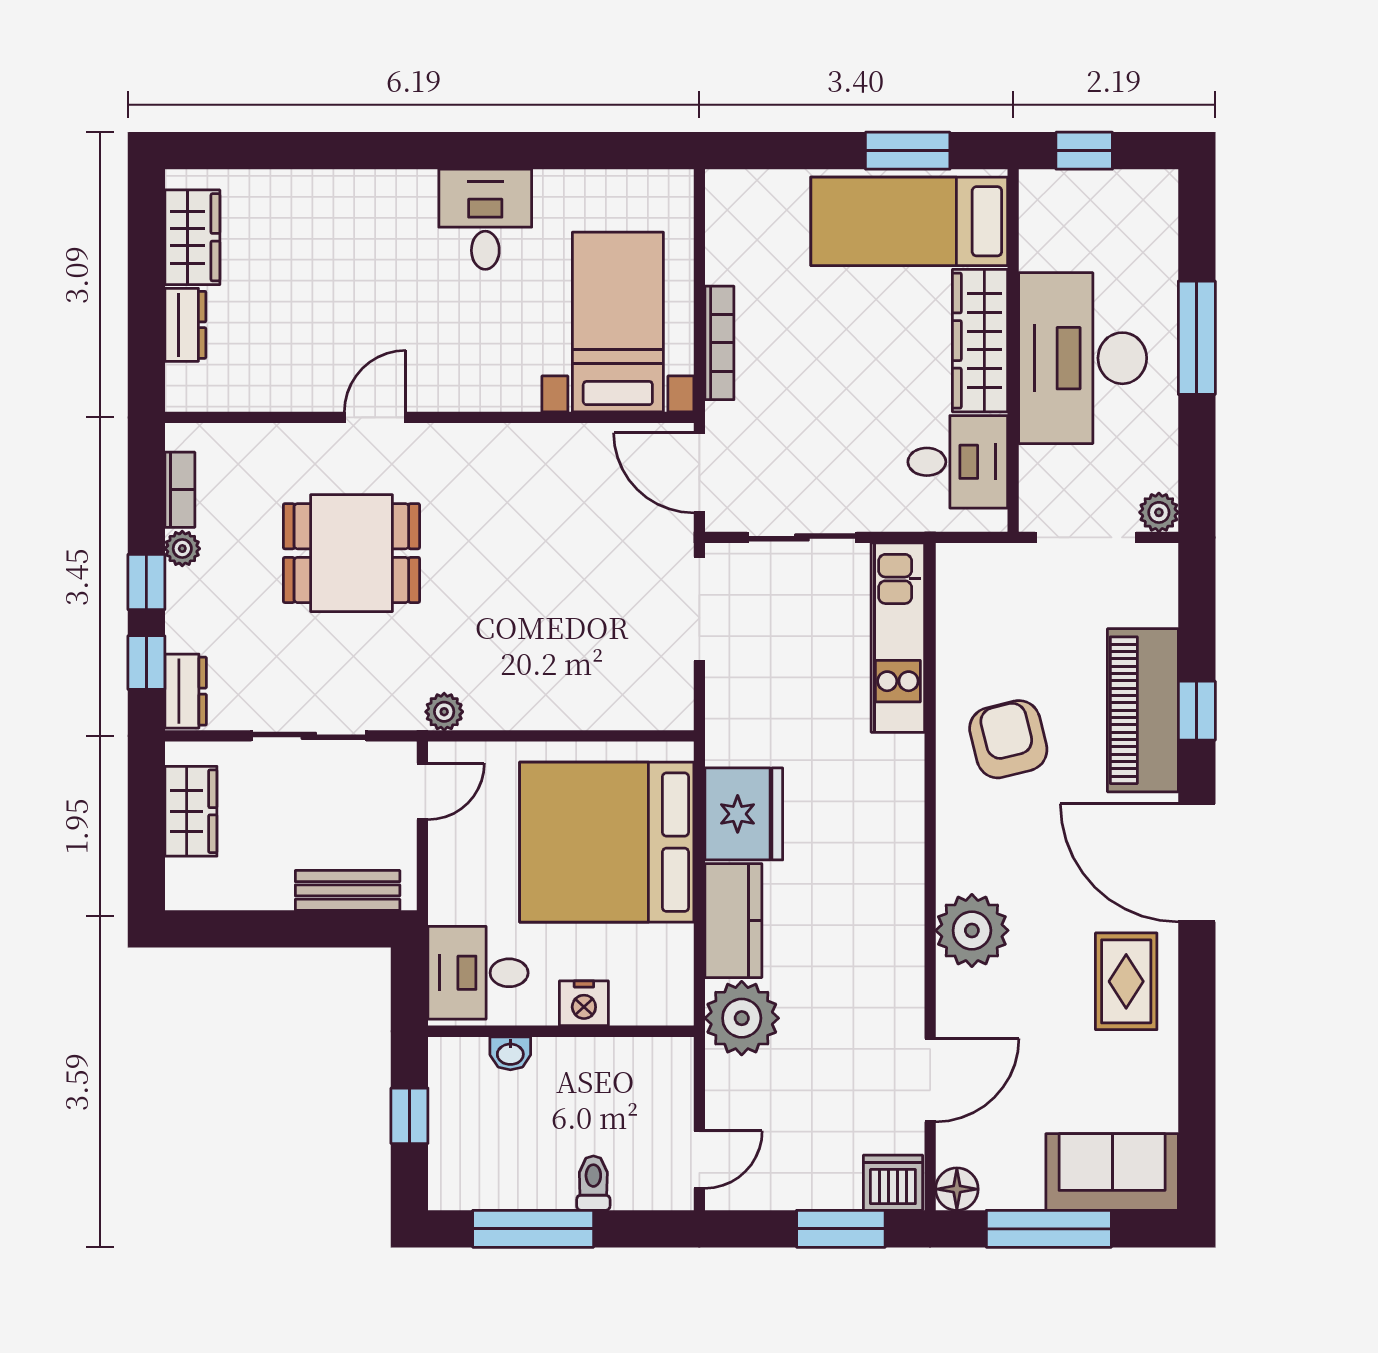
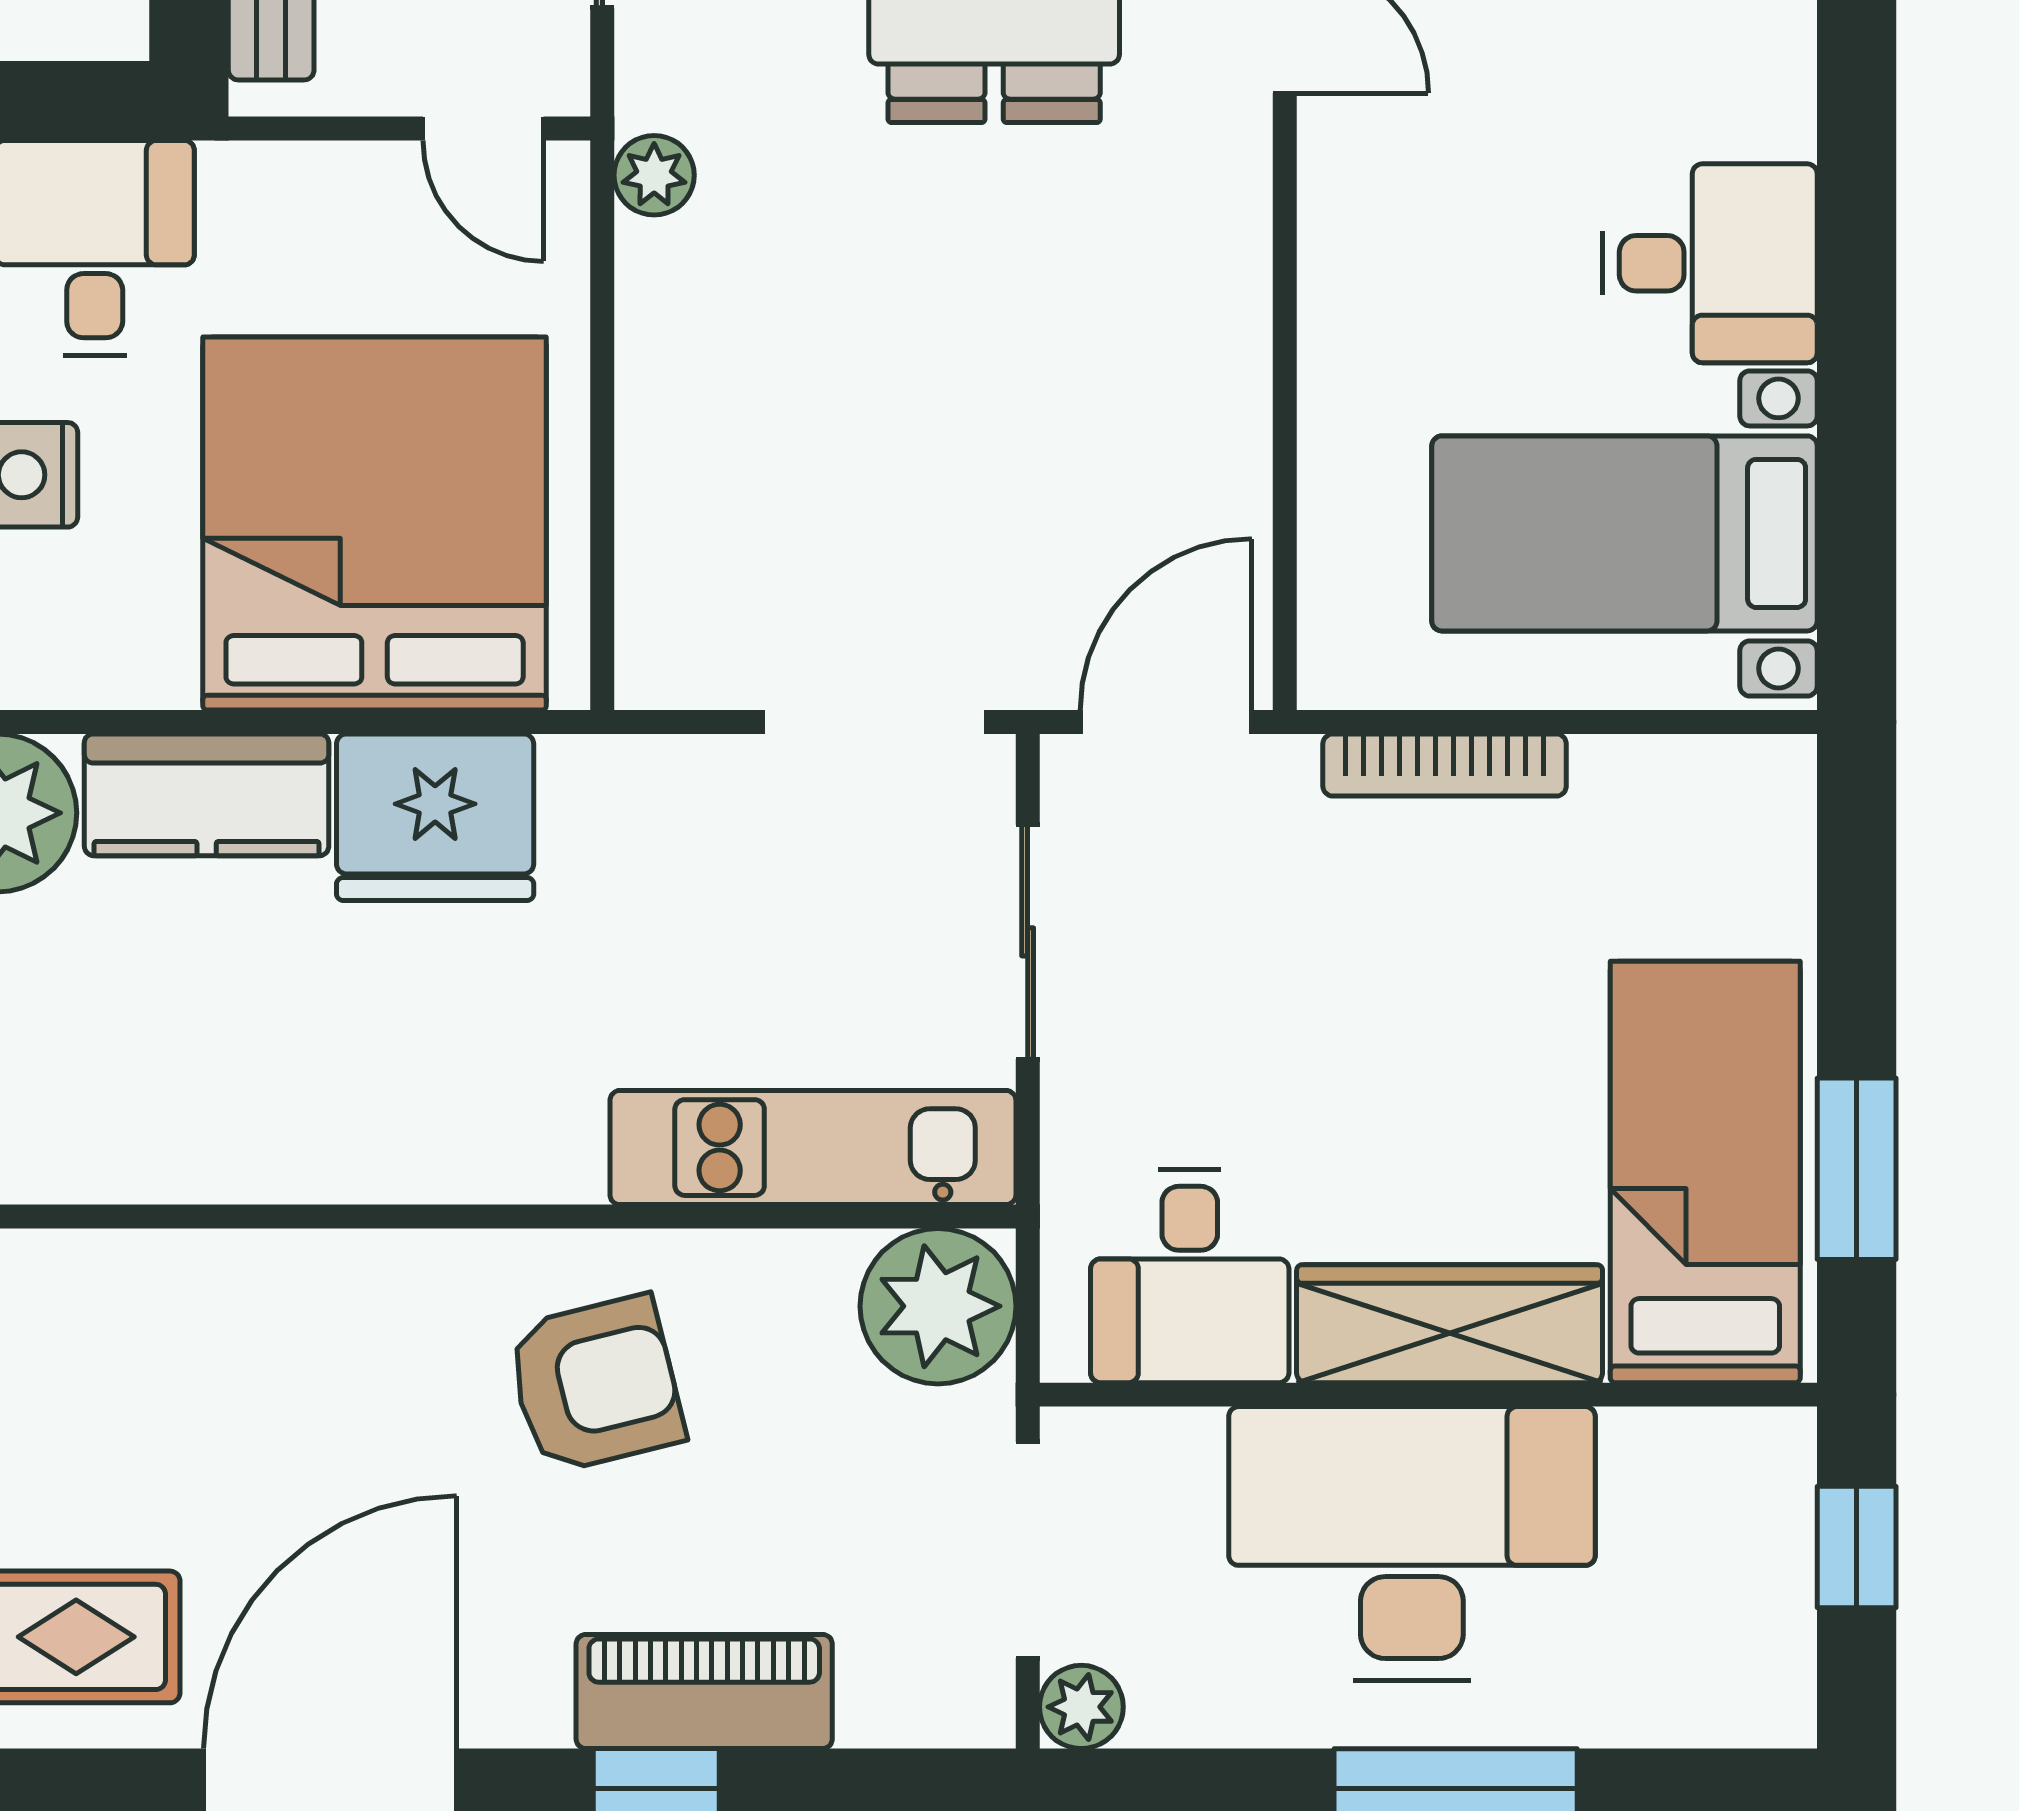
bed with nightstands: (618, 322) -> (1624, 533), moved, turned 180
piano: (1143, 710) -> (704, 1692), width x0.73, depth x0.75
plant: (972, 930) -> (938, 1306), moved

